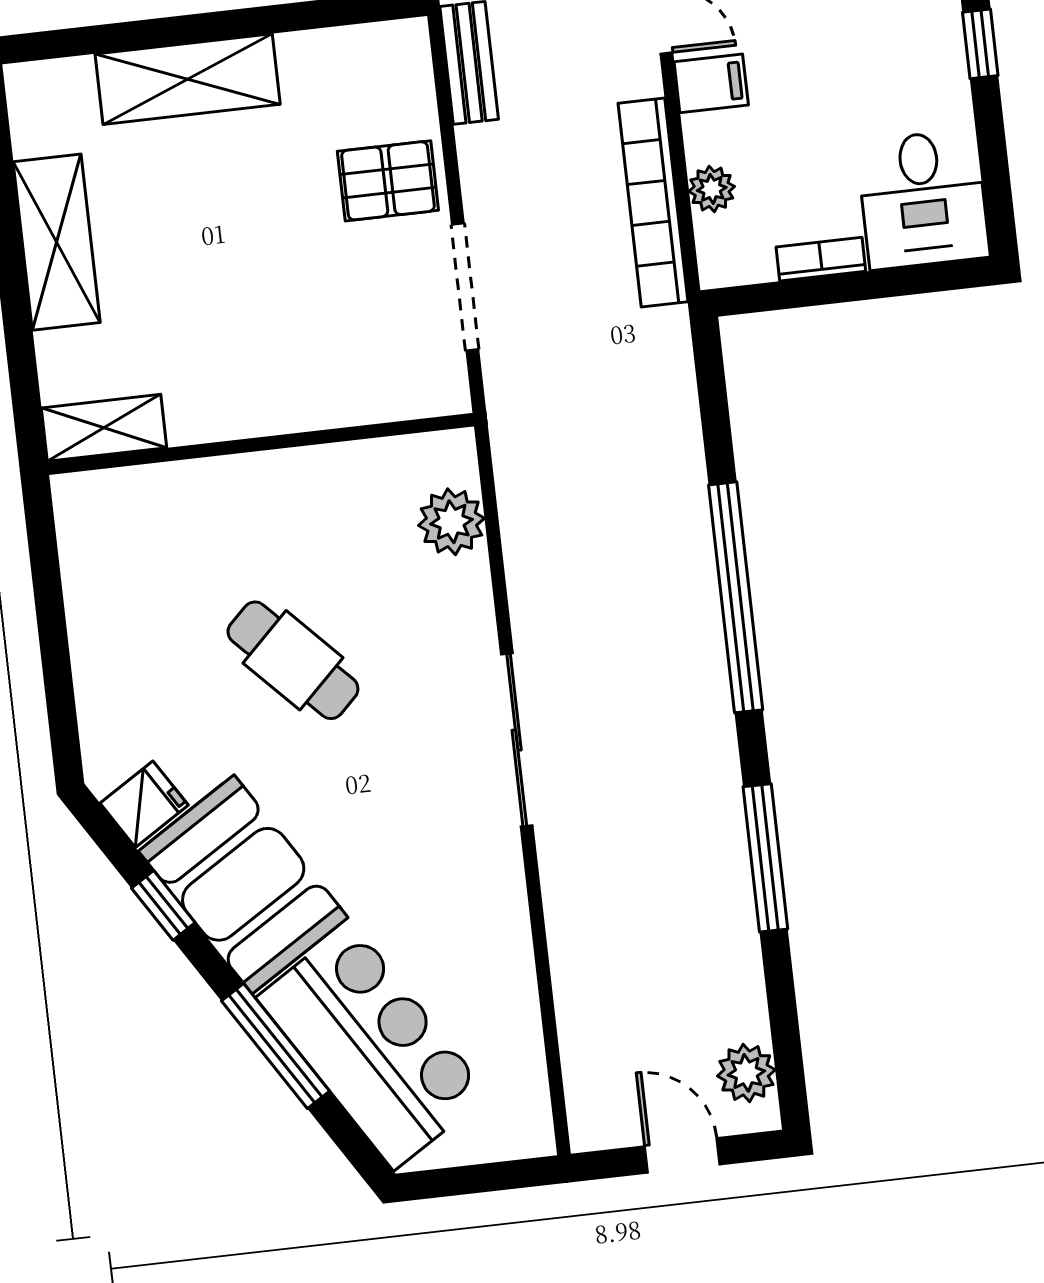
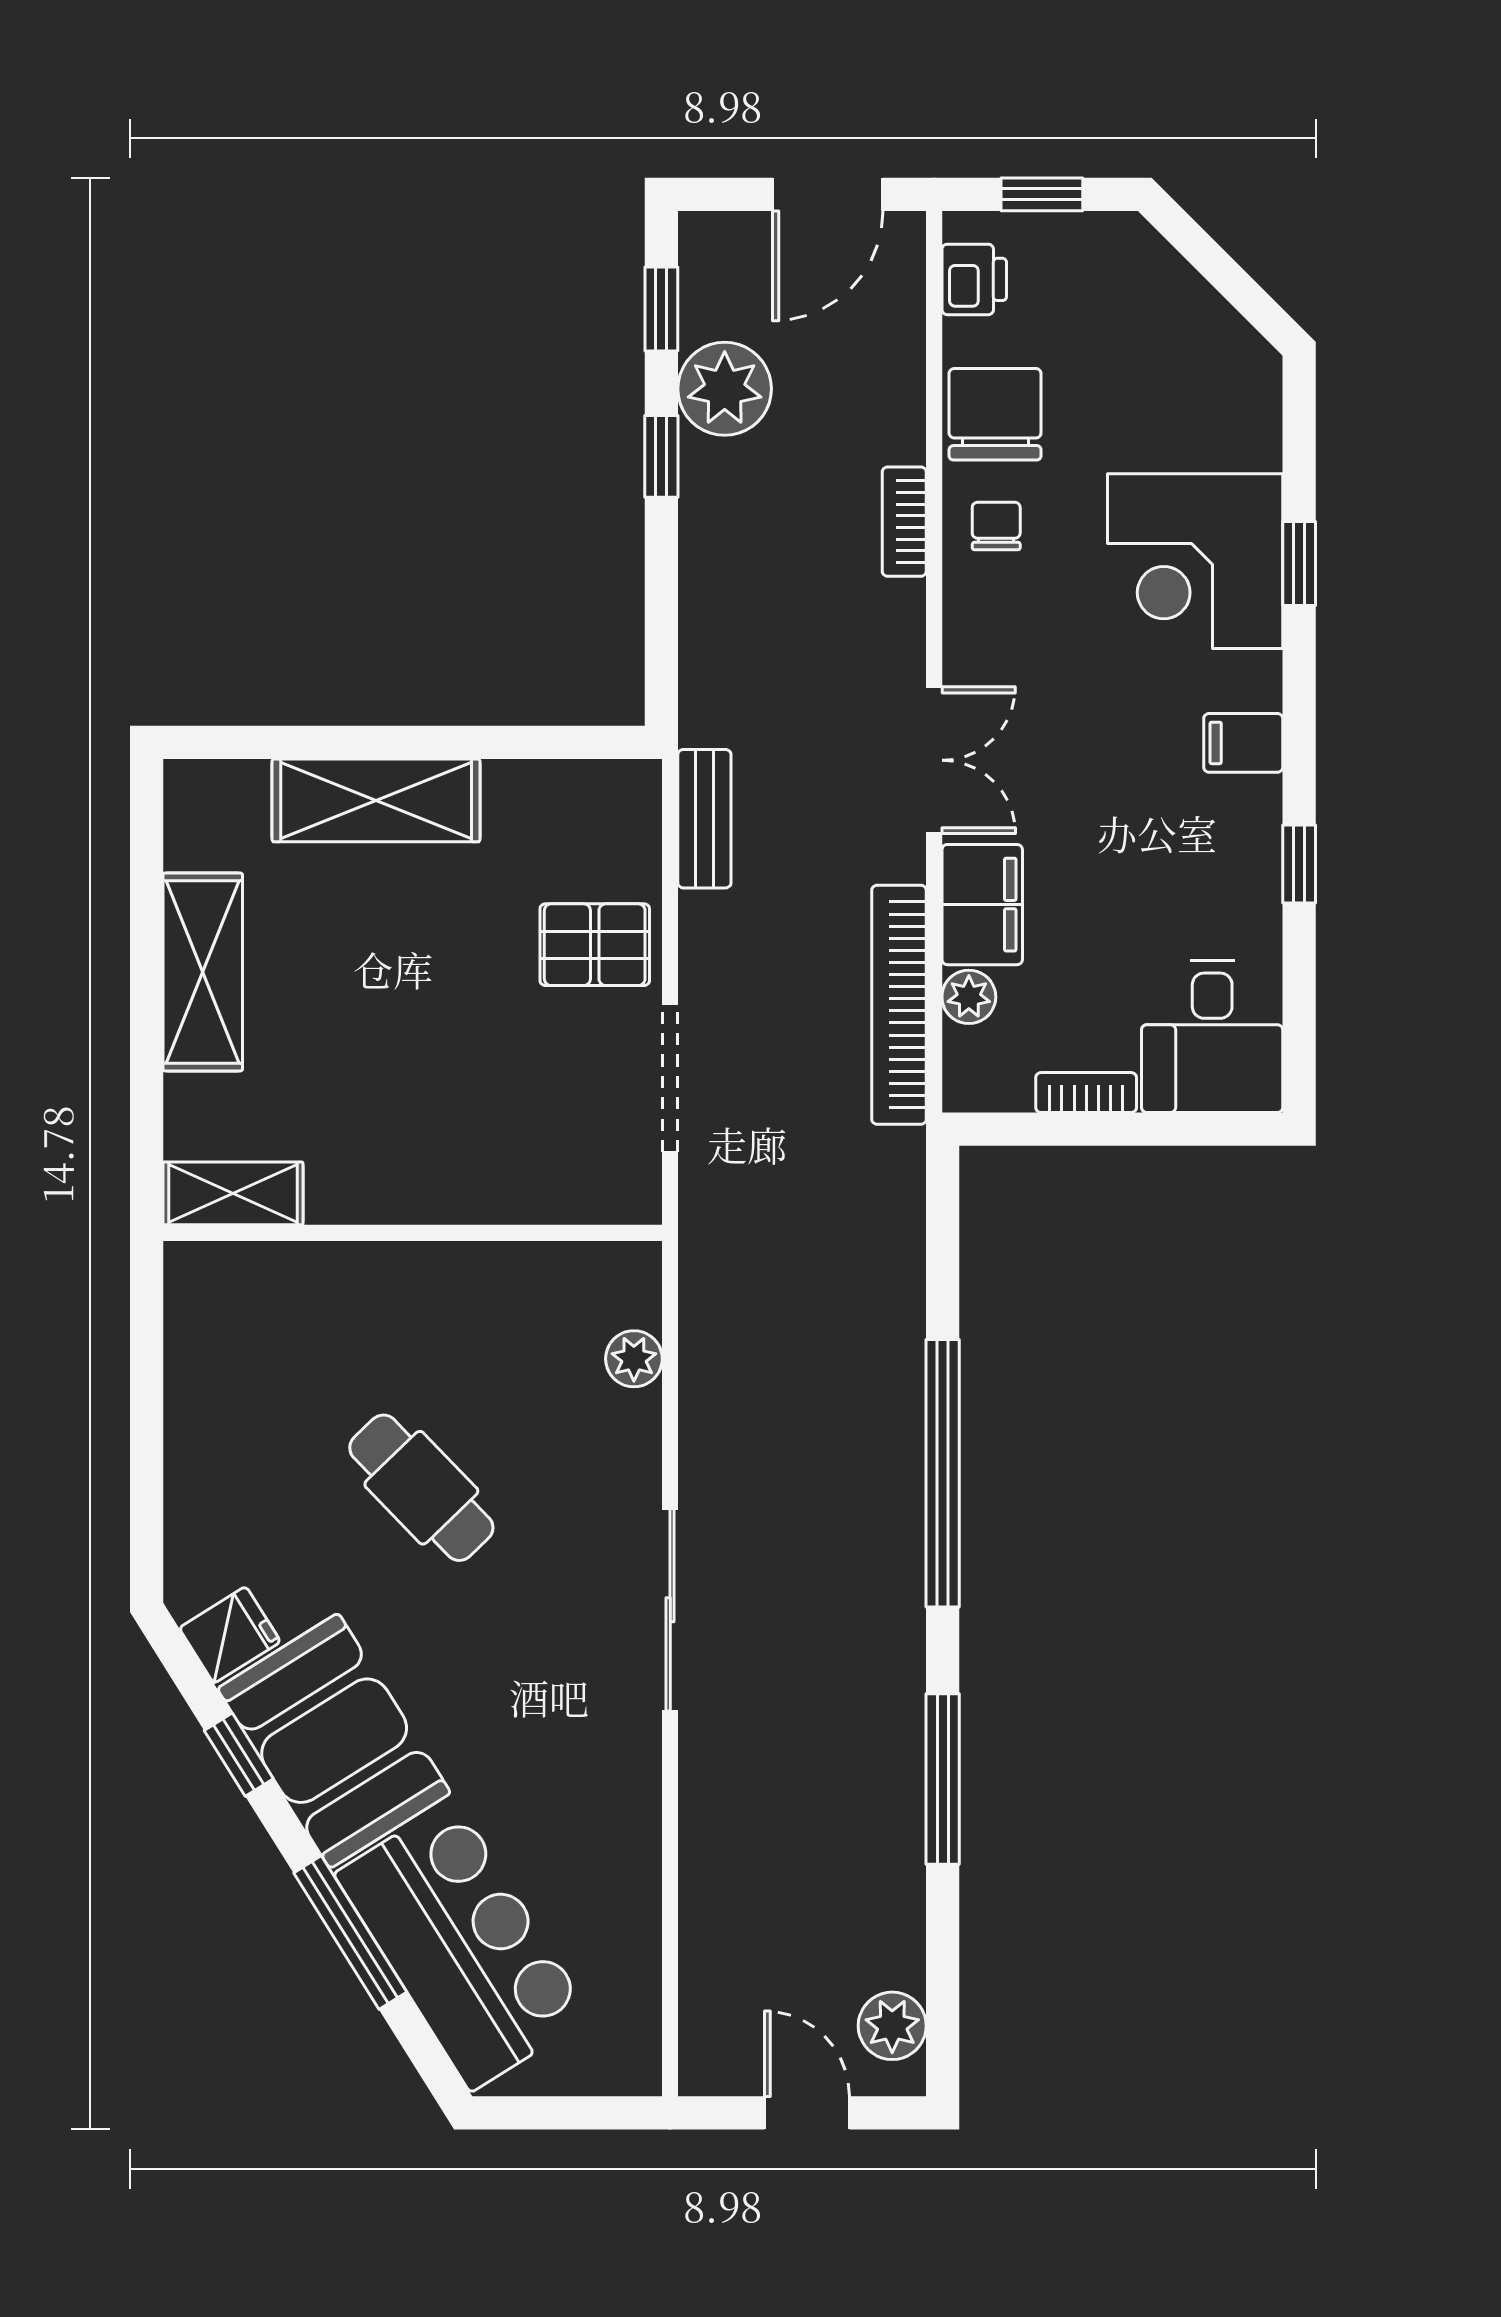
filing cabinet: (711, 83) -> (982, 905), width x2.00
plant: (452, 522) -> (634, 1359), width x0.73, depth x0.73

